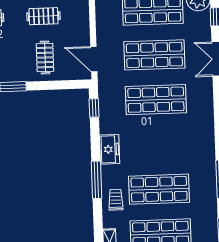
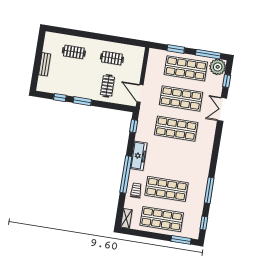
freezer: (110, 149) -> (139, 156), width x1.40
window: (97, 180) -> (126, 174), width x1.46

